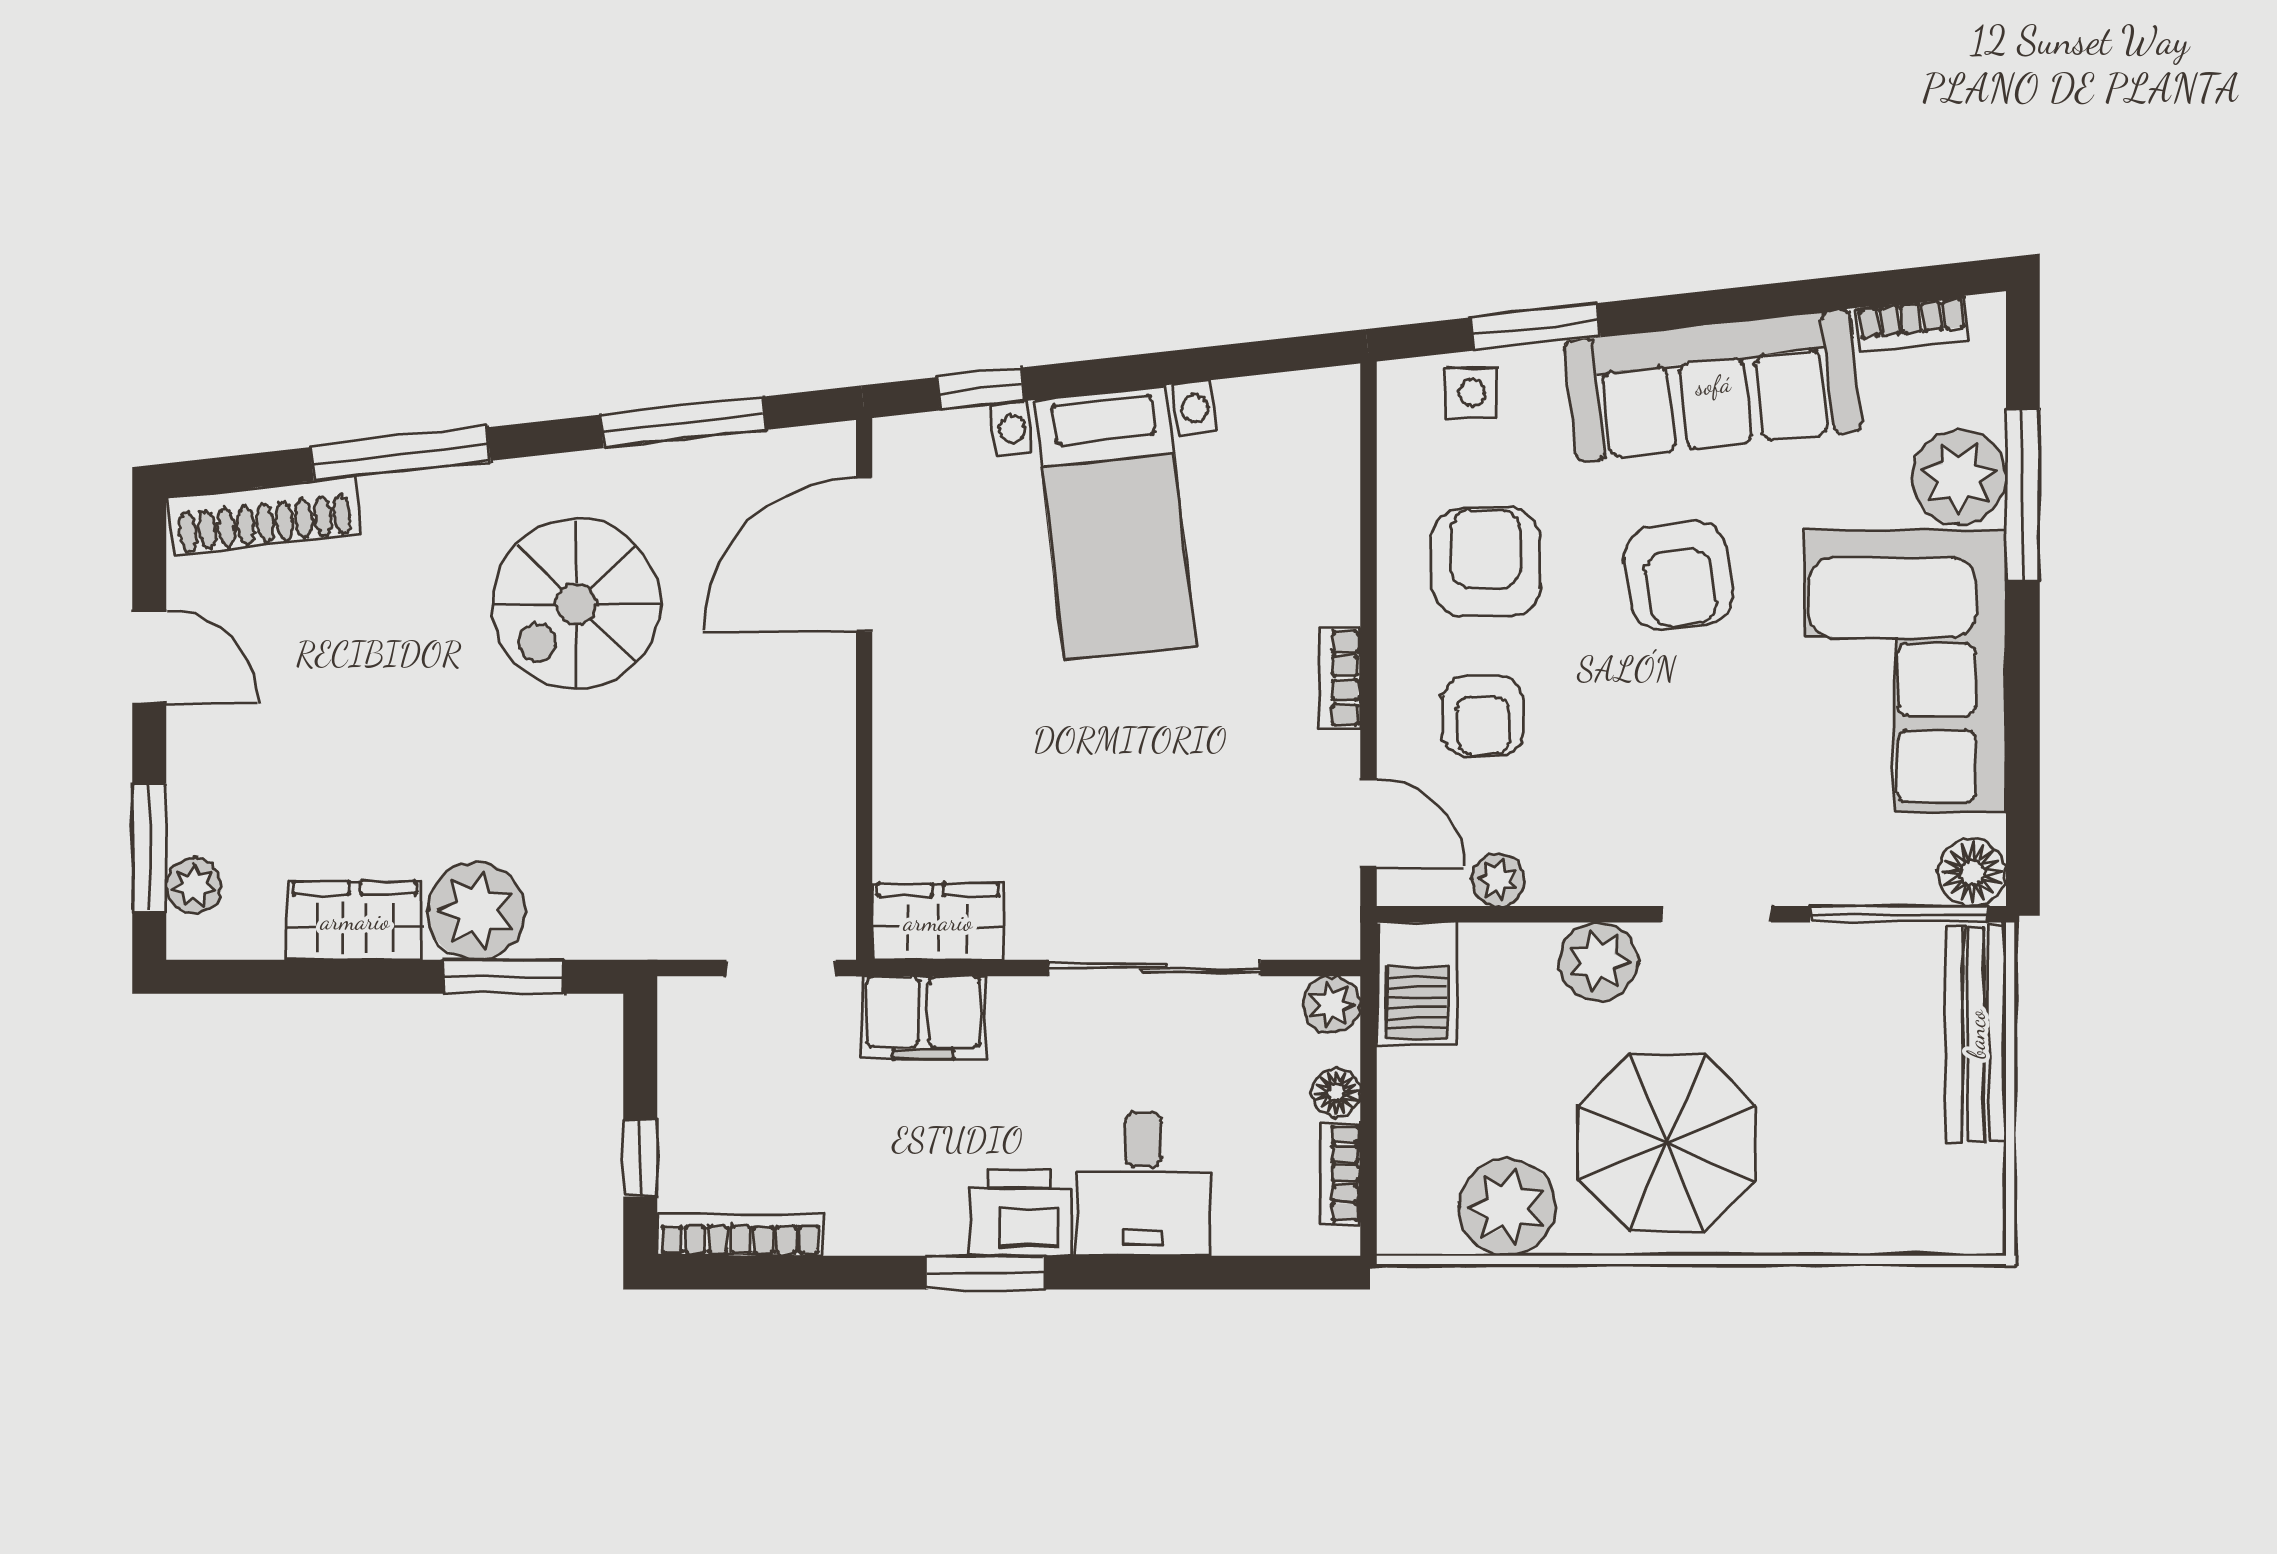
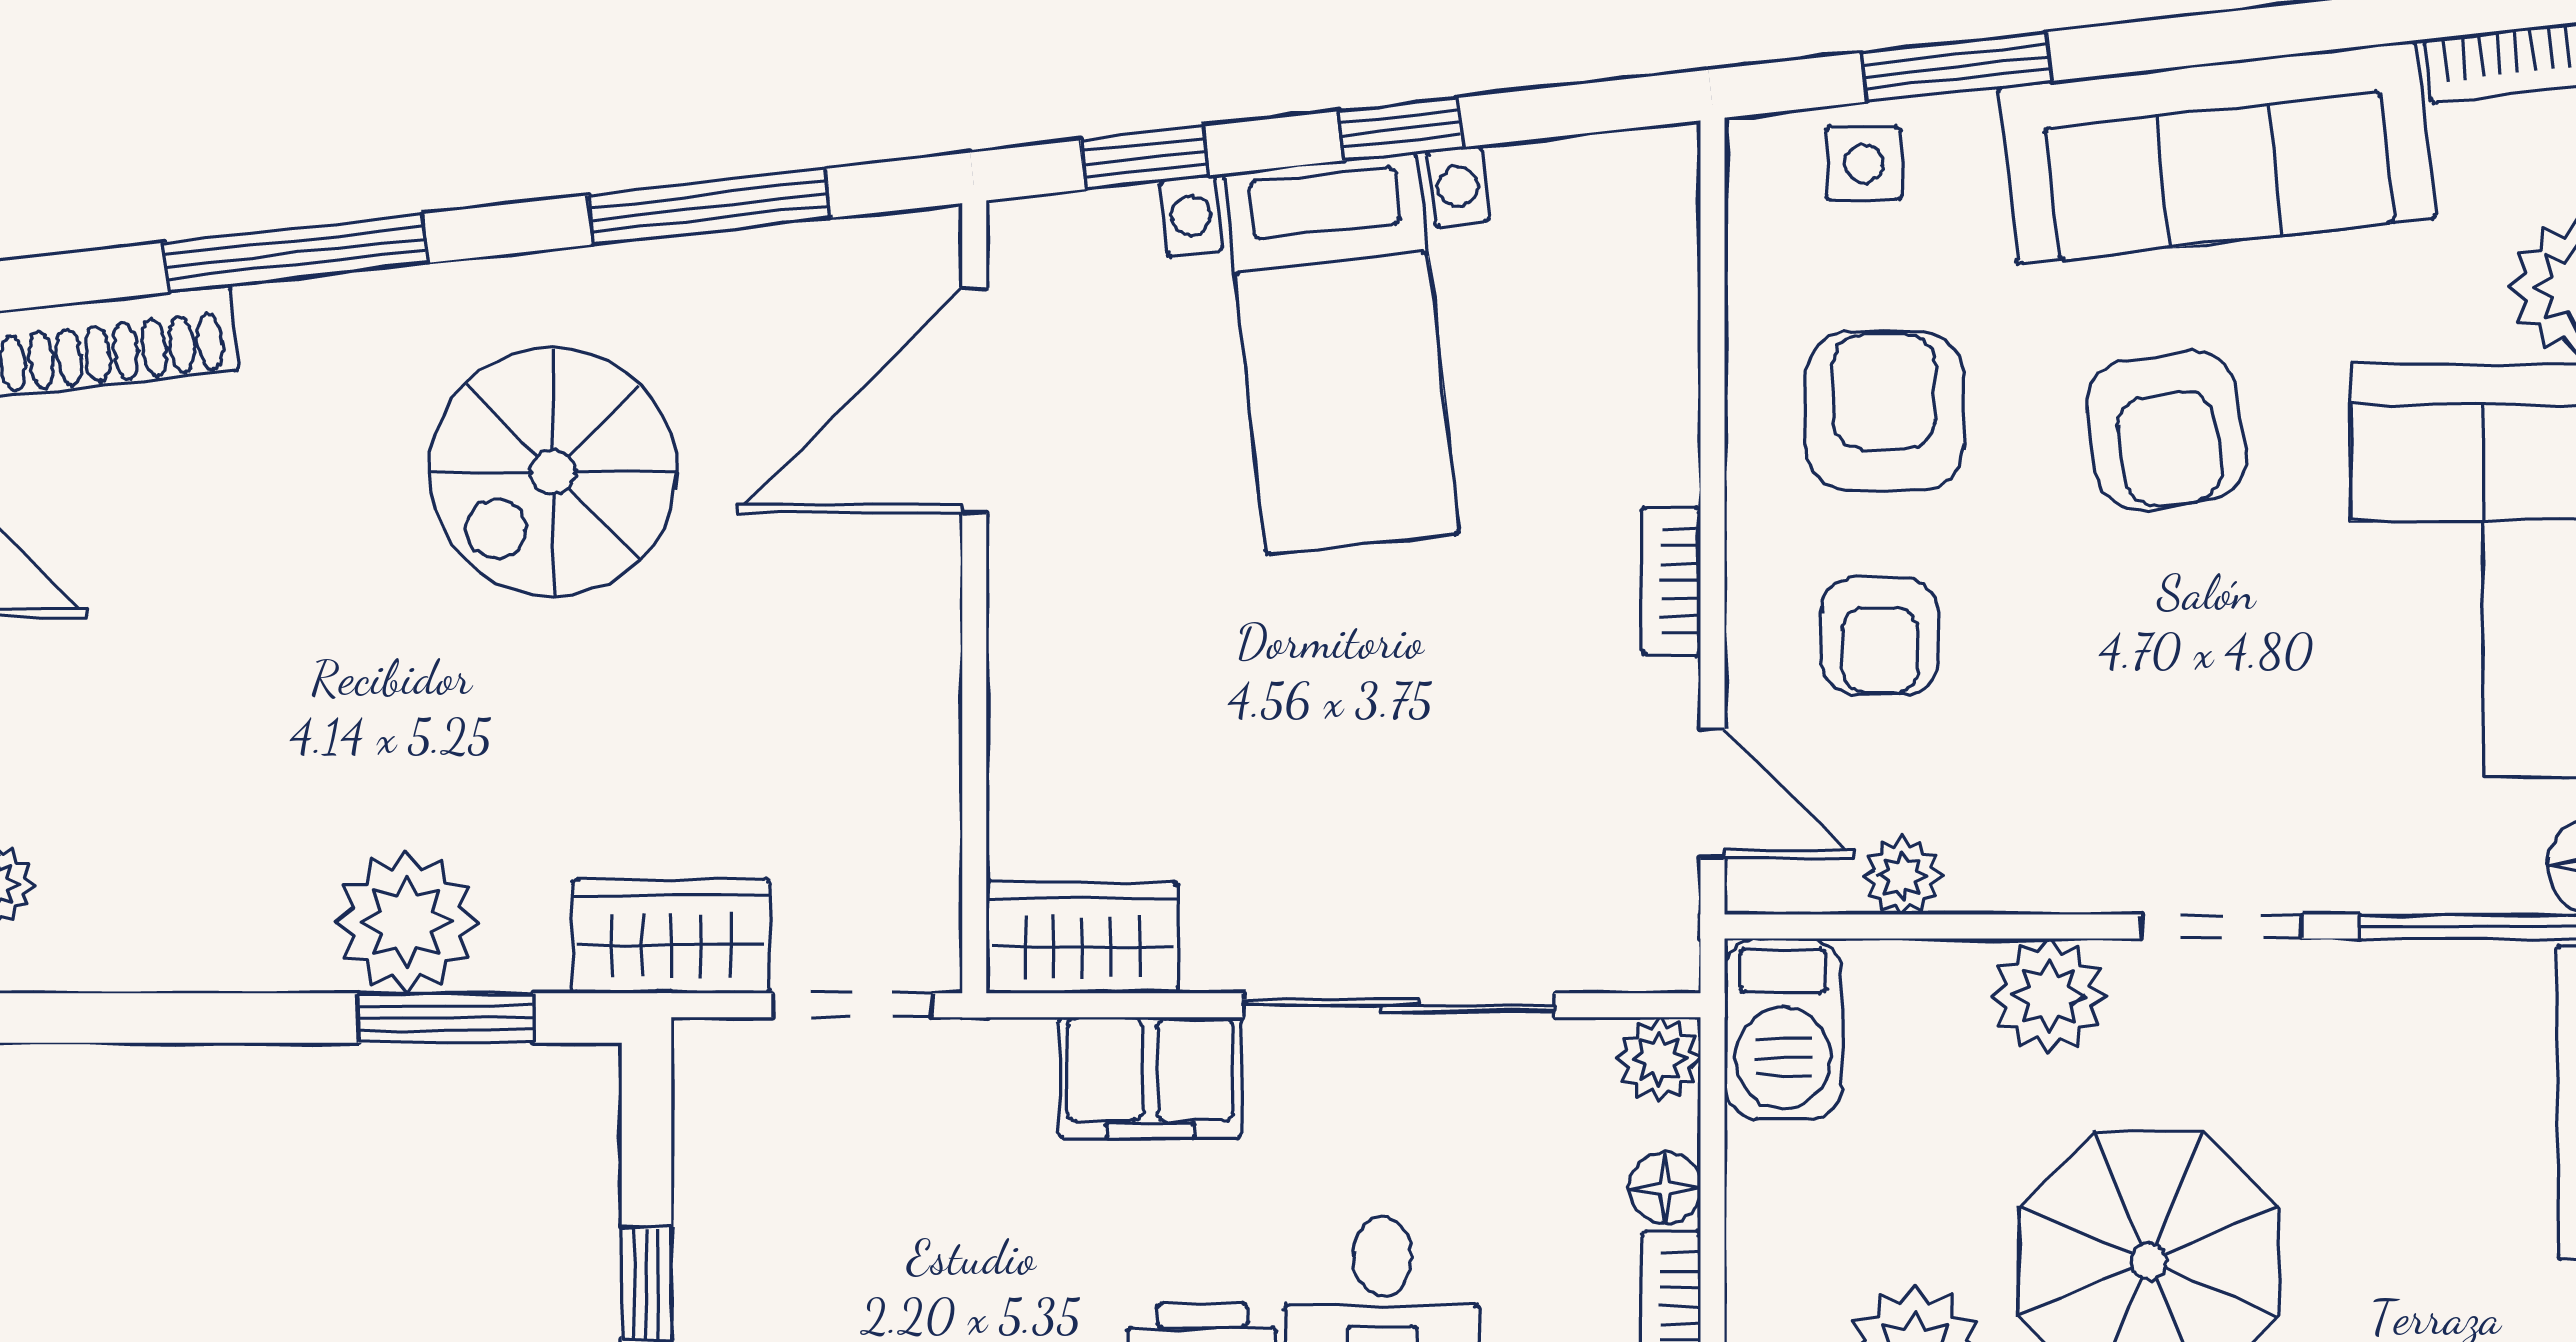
window: (1155, 370) -> (1400, 129), added
wardrobe: (355, 921) -> (671, 936), moved
filing cabinet: (923, 1017) -> (1150, 1078), moved

